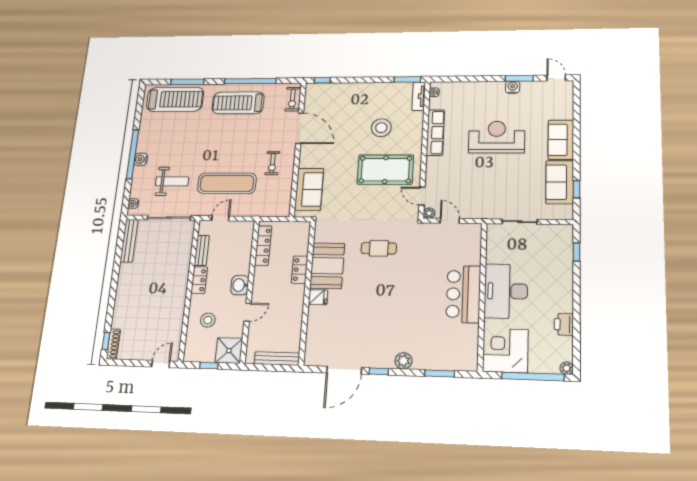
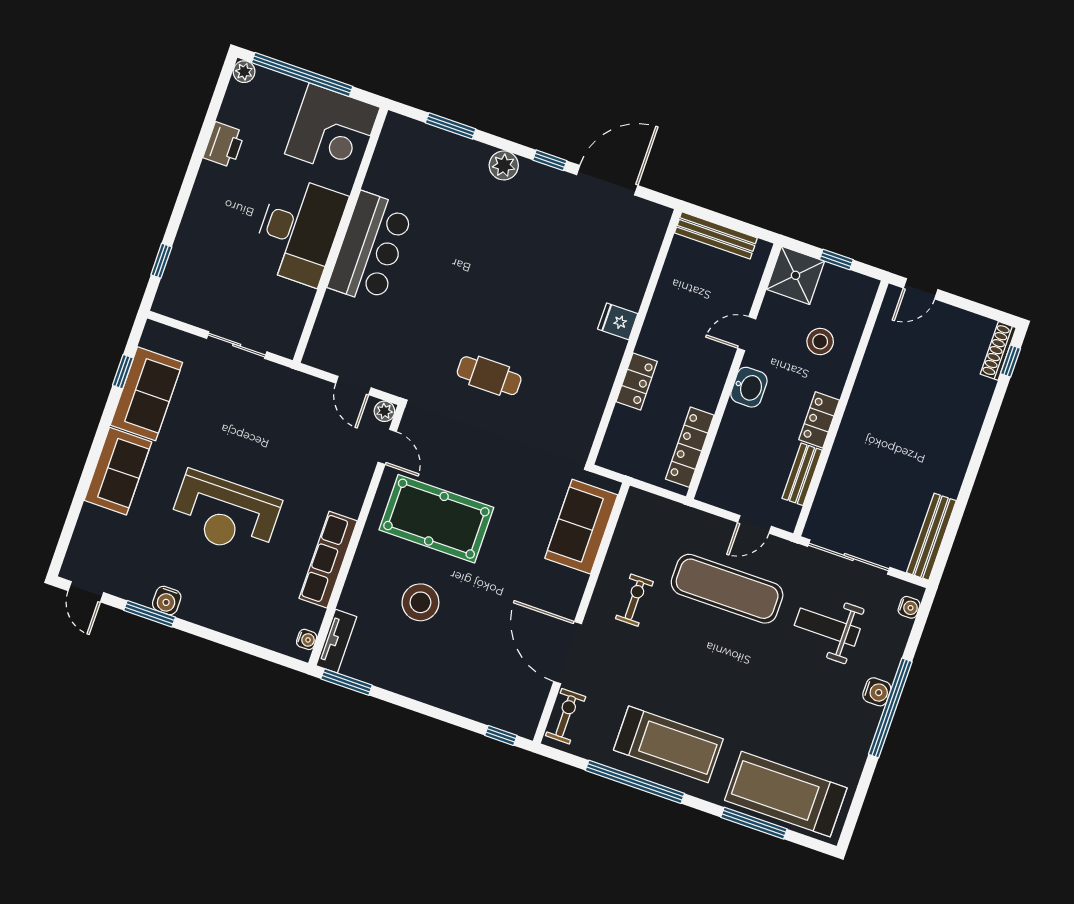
booth: (327, 266) -> (587, 373), removed

